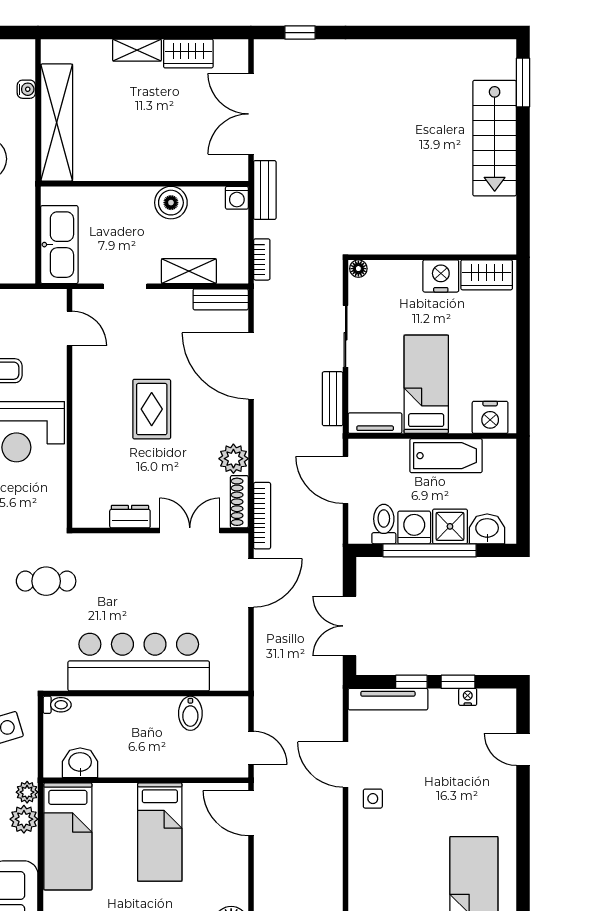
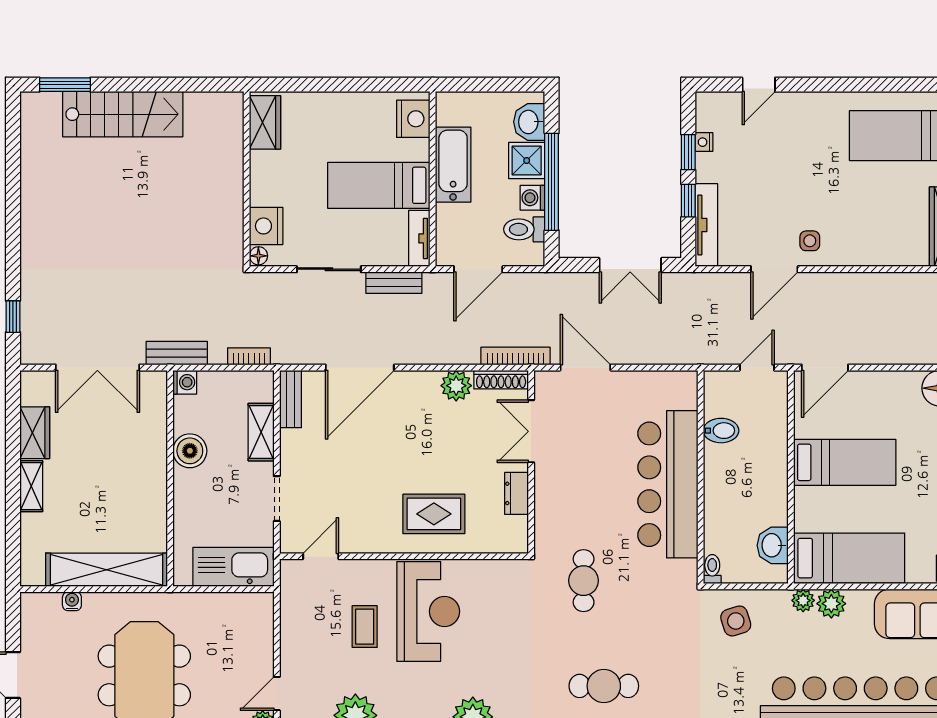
nightstand: (441, 276) -> (266, 226), moved
rug: (152, 409) -> (434, 514), moved
washing machine: (414, 527) -> (532, 198), width x0.73, depth x0.73

